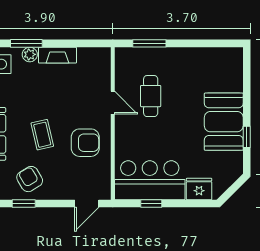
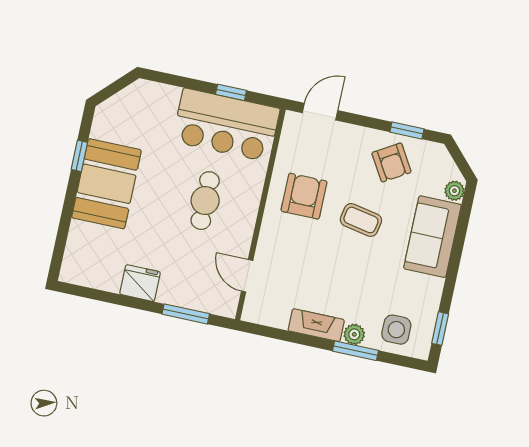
cafe table: (151, 96) -> (205, 201), moved
door: (113, 103) -> (247, 276), moved
coffee table: (42, 135) -> (361, 220), turned -66
armchair: (85, 143) -> (304, 196), turned 90
fridge: (199, 189) -> (140, 283), moved, turned 180

